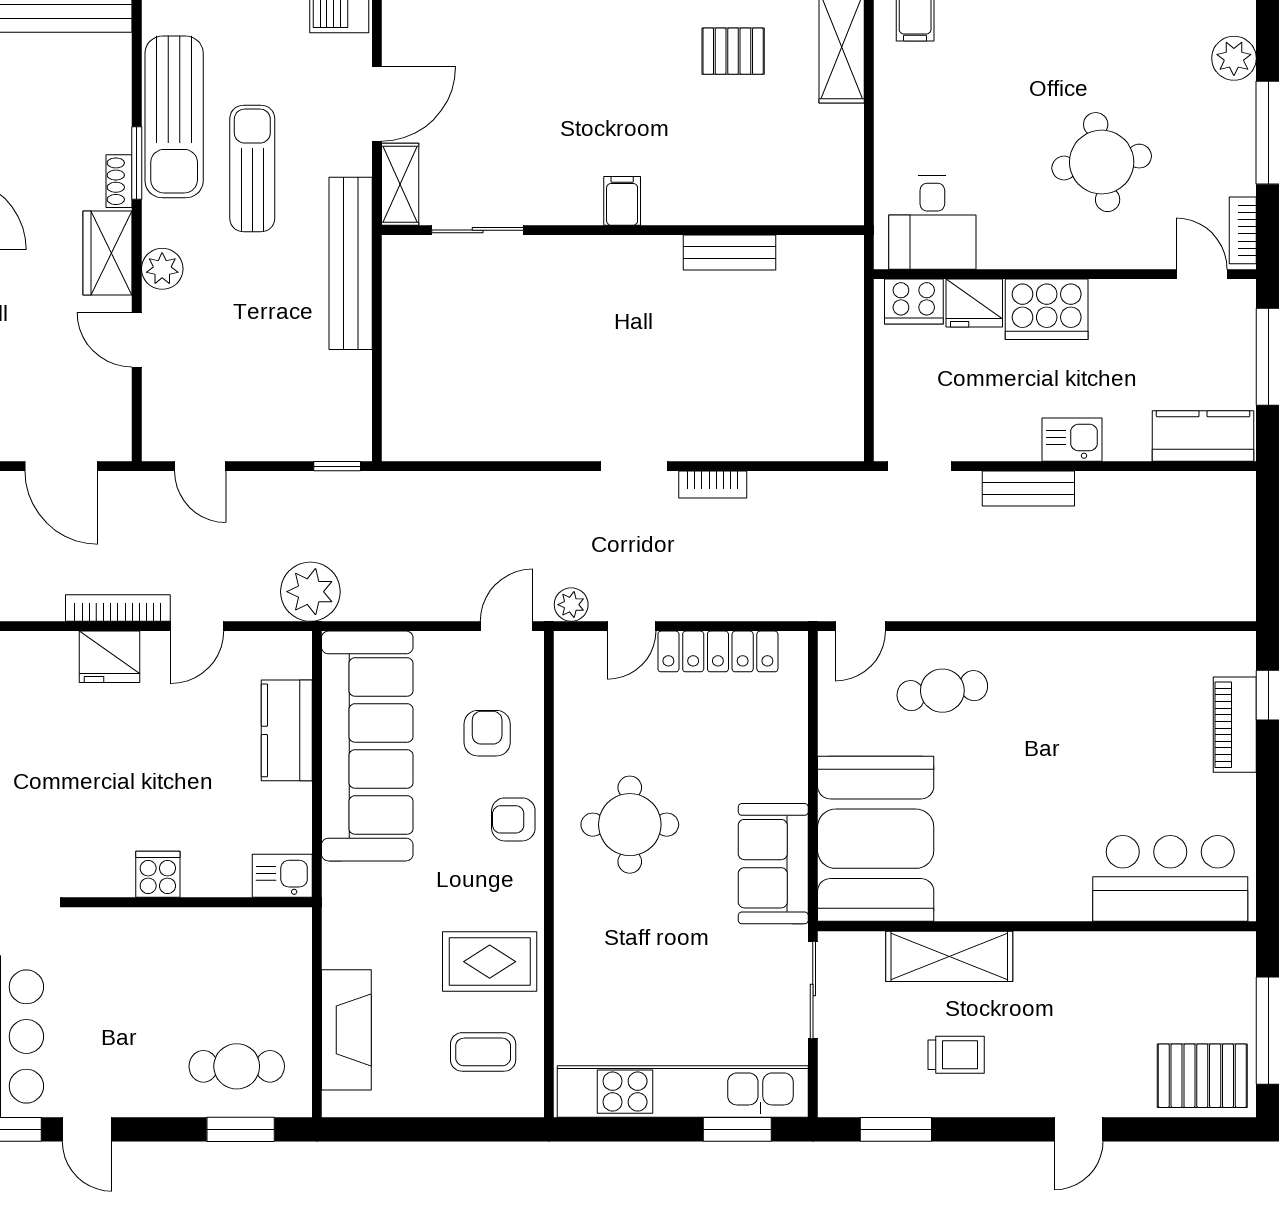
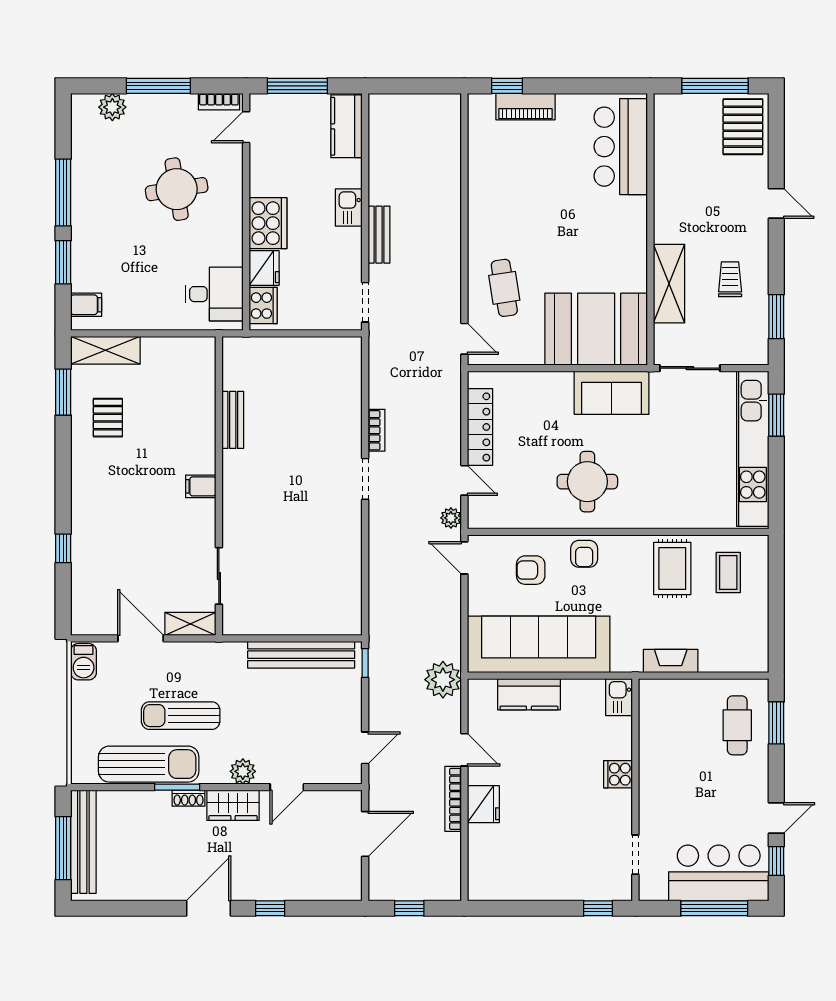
bench: (351, 263) -> (301, 655), moved
fireplace: (346, 1030) -> (671, 661), moved, width x0.73, depth x0.76

